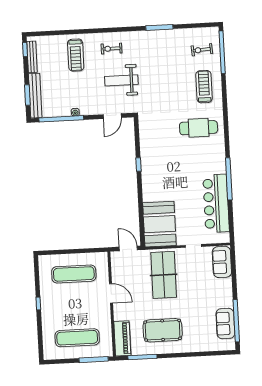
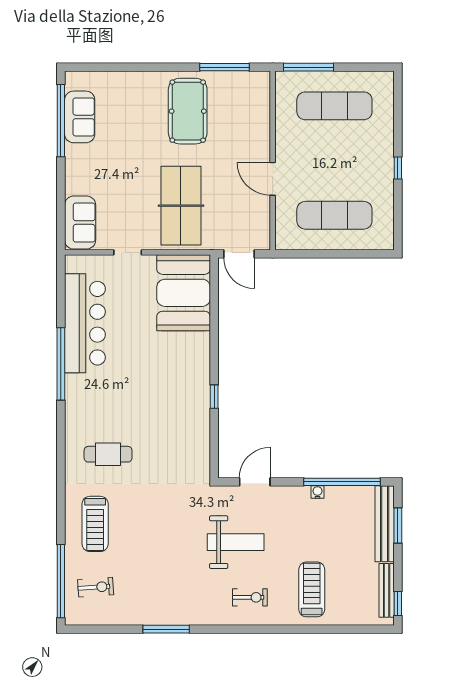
cafe table: (199, 128) -> (108, 454), width x0.73, depth x0.74
pool table: (163, 330) -> (188, 111), turned 90
piano: (122, 338) -> (257, 101), removed

